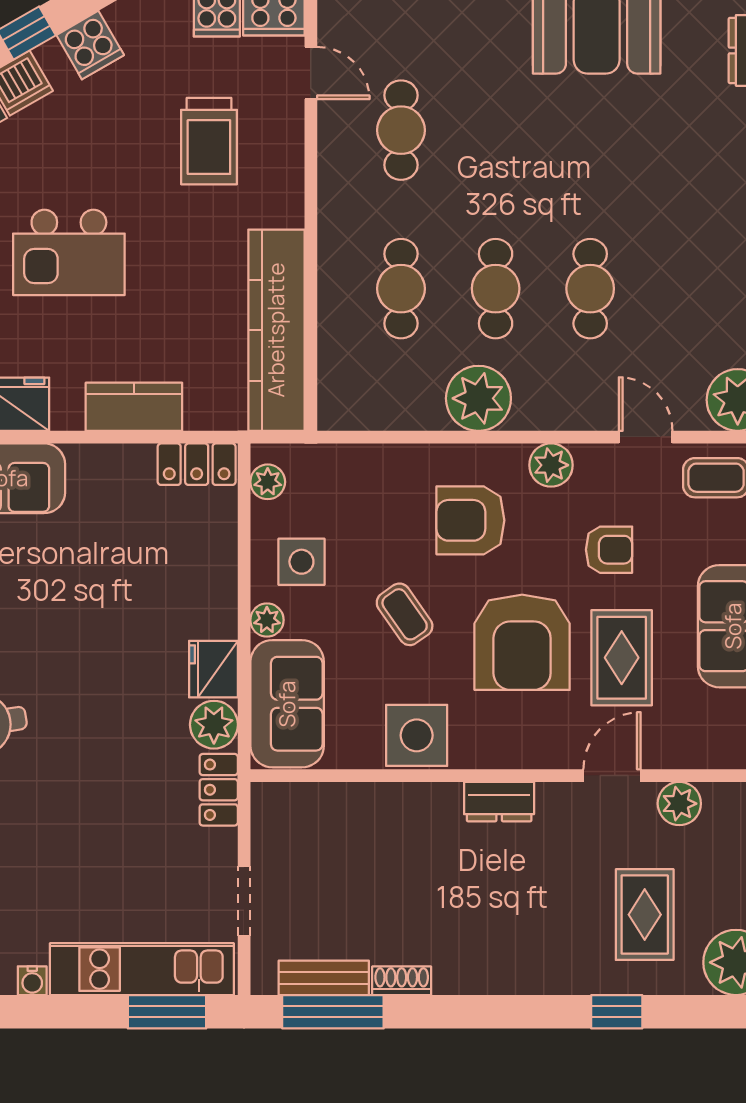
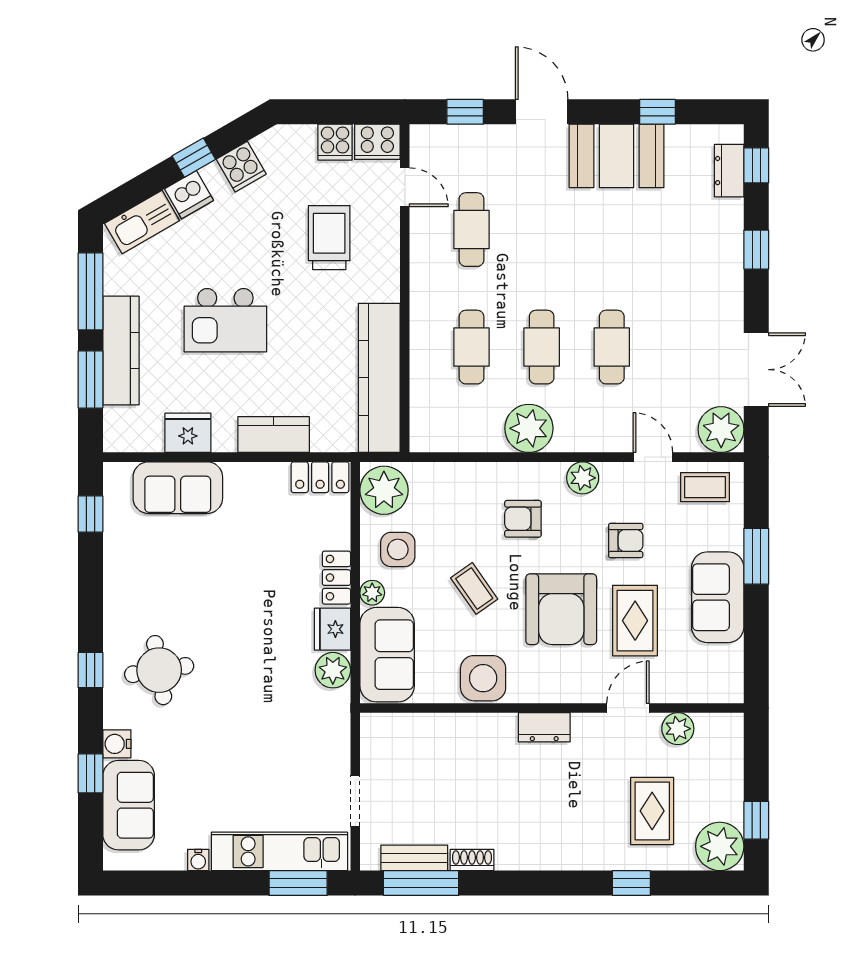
trolley: (209, 141) -> (329, 238), turned 180
plant: (268, 482) -> (384, 490), width x1.87, depth x1.87
armchair: (470, 520) -> (523, 519), width x0.72, depth x0.72
locker: (219, 790) -> (336, 578), moved

